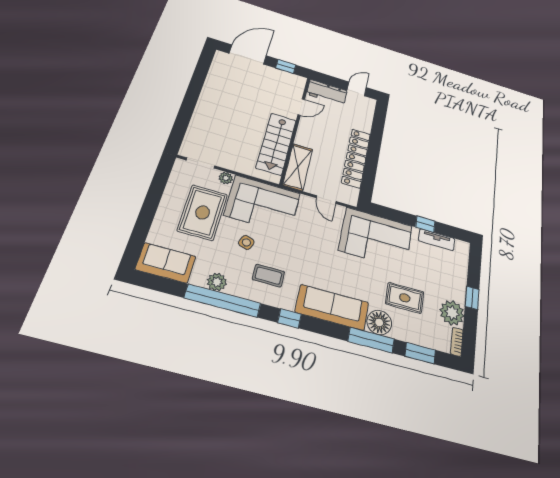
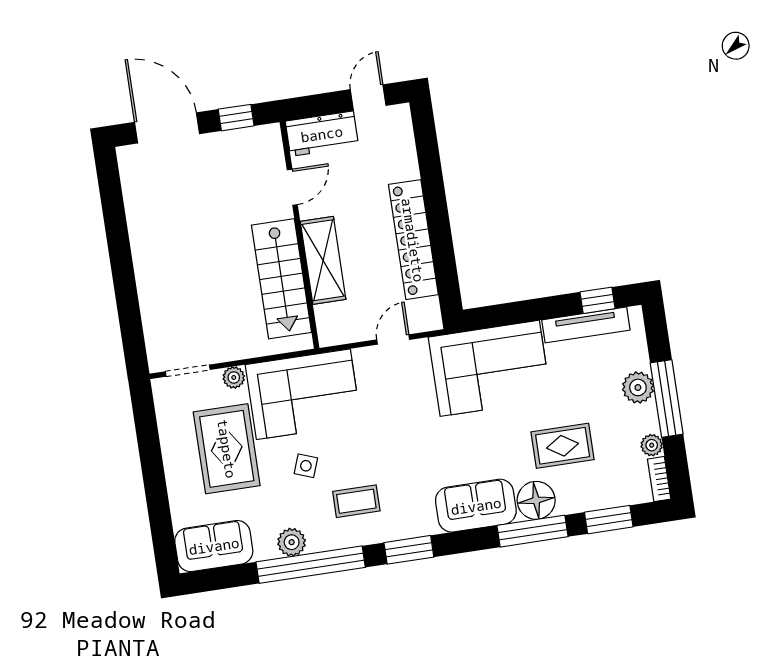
door: (248, 54) -> (167, 128), hinge flipped
shelving: (298, 167) -> (323, 260), moved
door: (326, 200) -> (393, 340), swing flipped
window: (425, 224) -> (598, 300), moved
tv unit: (437, 240) -> (586, 325), width x1.41
plant: (457, 285) -> (638, 387), added
window: (472, 298) -> (667, 399), width x2.17
sofa: (332, 307) -> (476, 506), width x0.73
plant: (452, 313) -> (652, 445), width x0.53, depth x0.53
window: (290, 318) -> (409, 550), width x1.50

